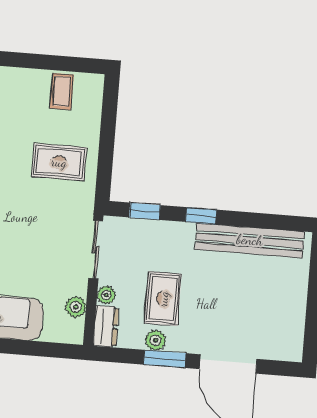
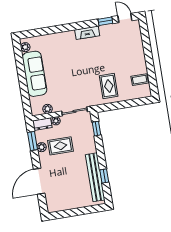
window: (201, 216) -> (104, 176), moved
window: (165, 359) -> (33, 141), moved

